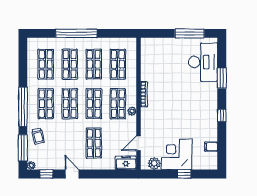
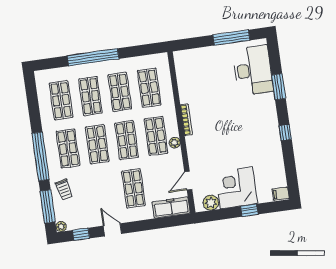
filing cabinet: (211, 147) -> (281, 194), moved
freezer: (126, 163) -> (171, 208), width x1.40

